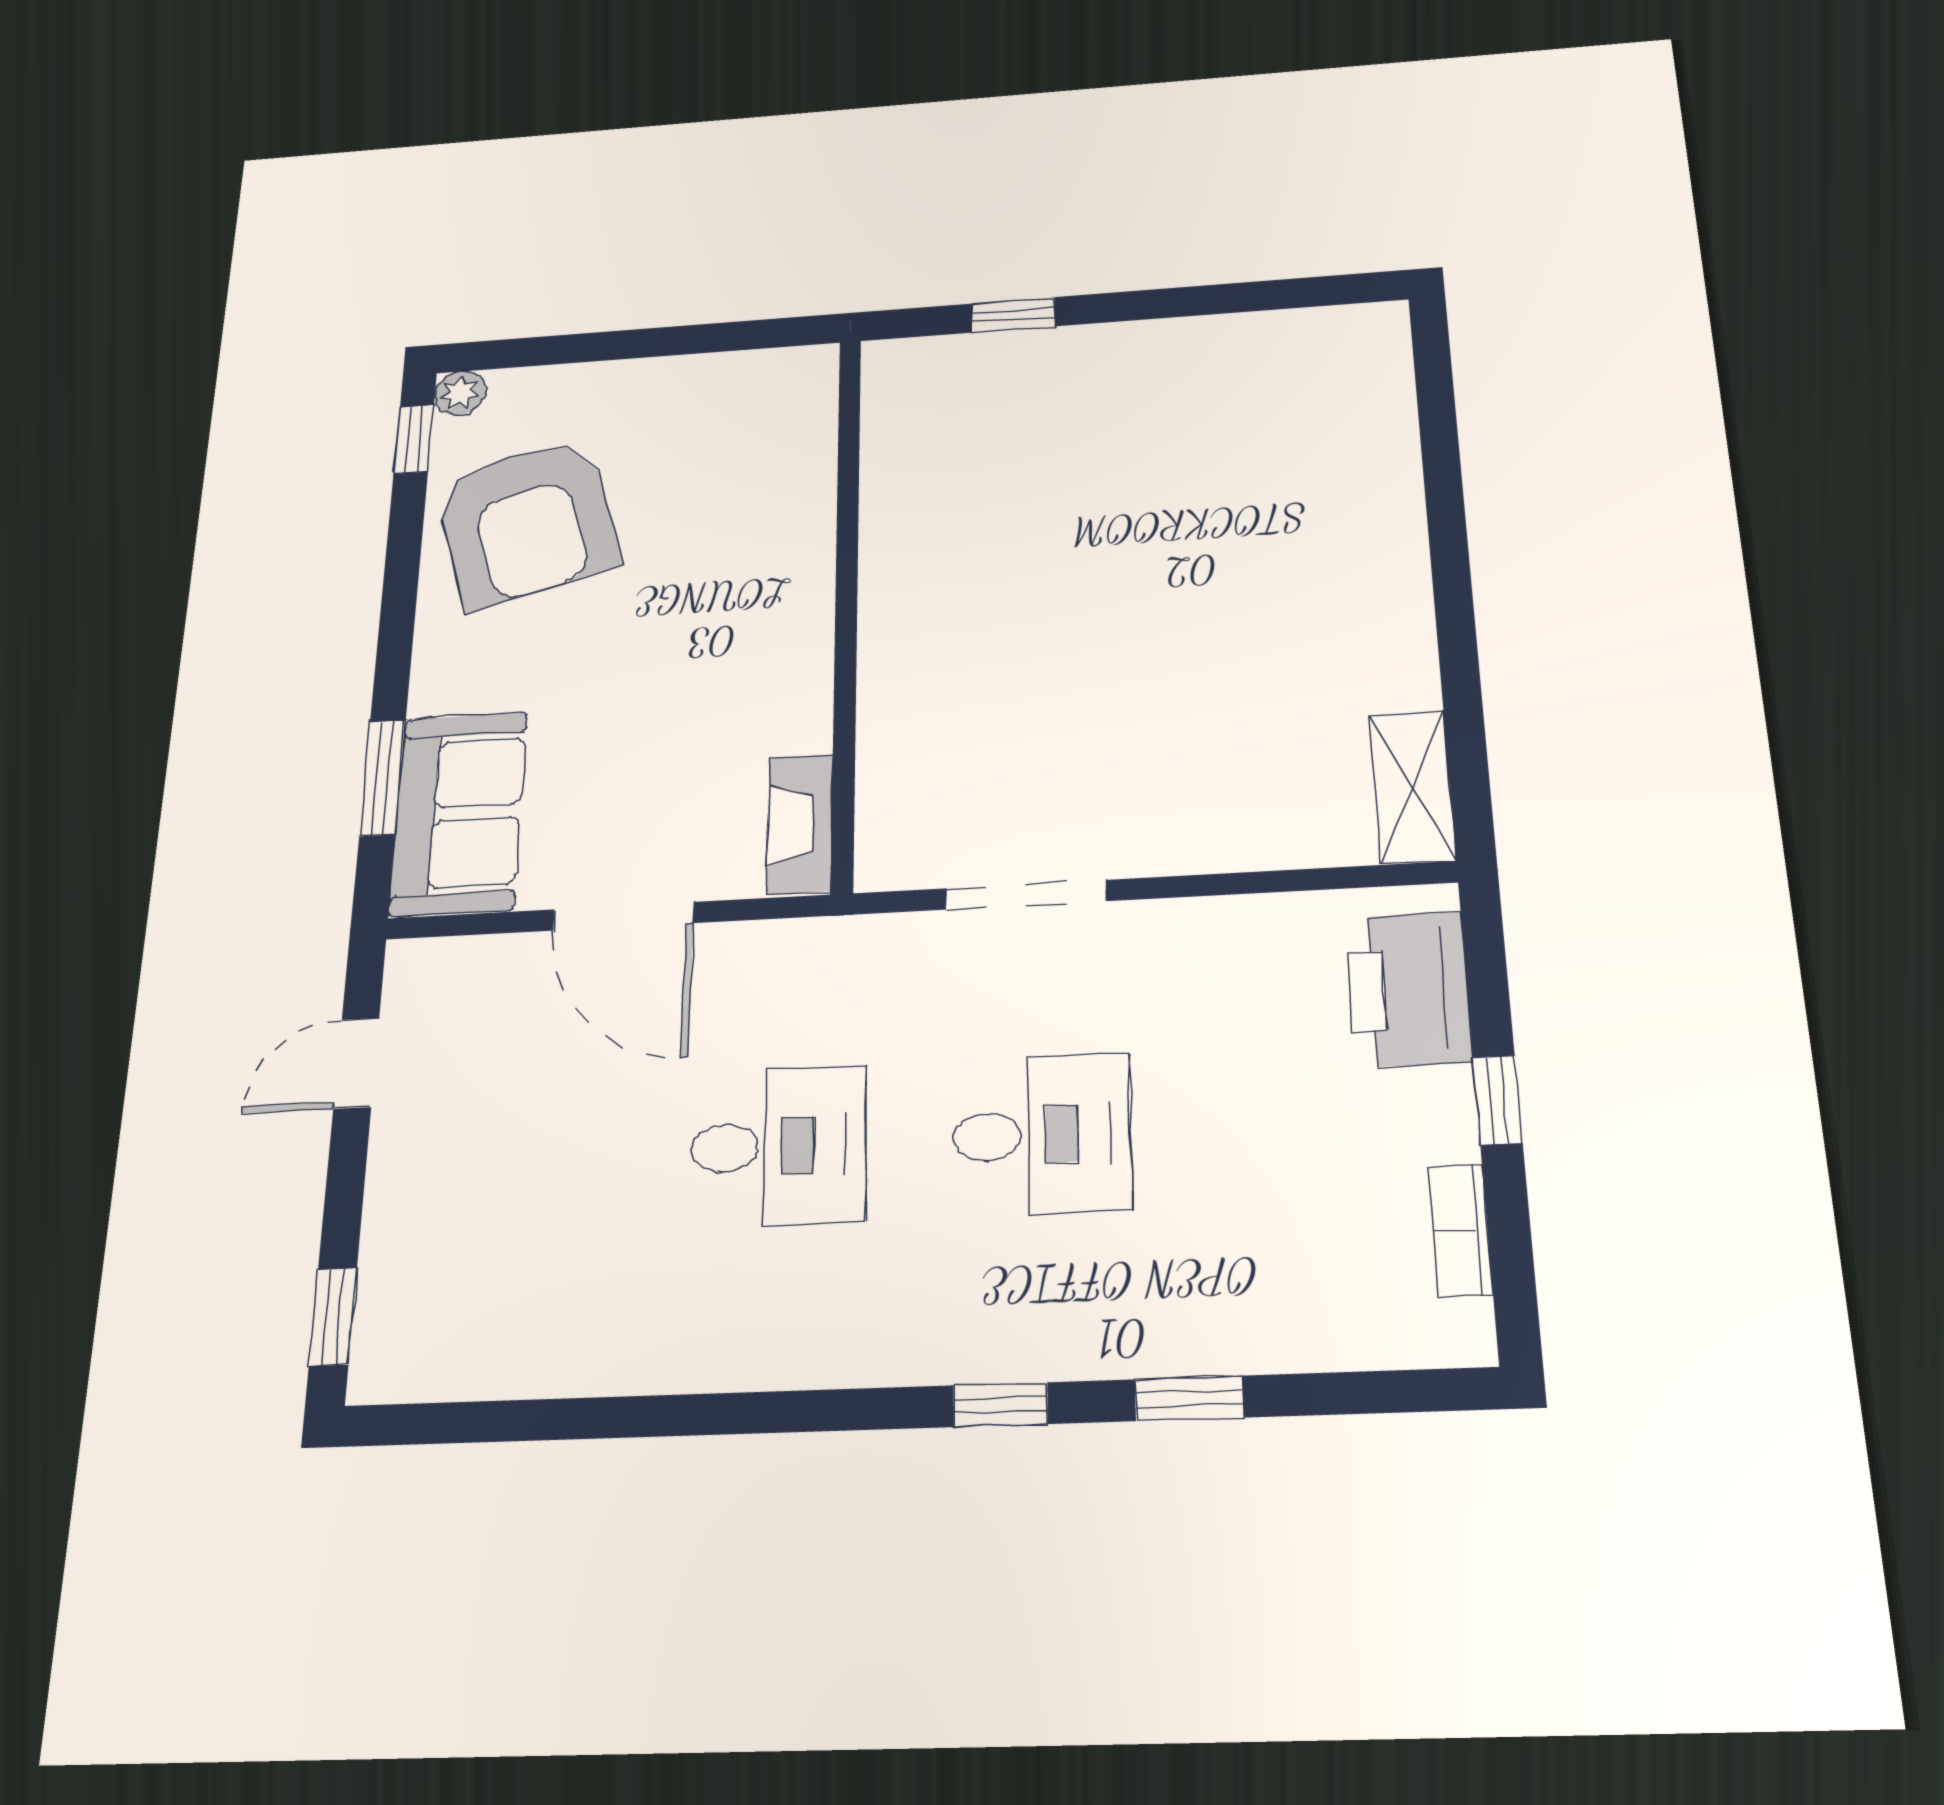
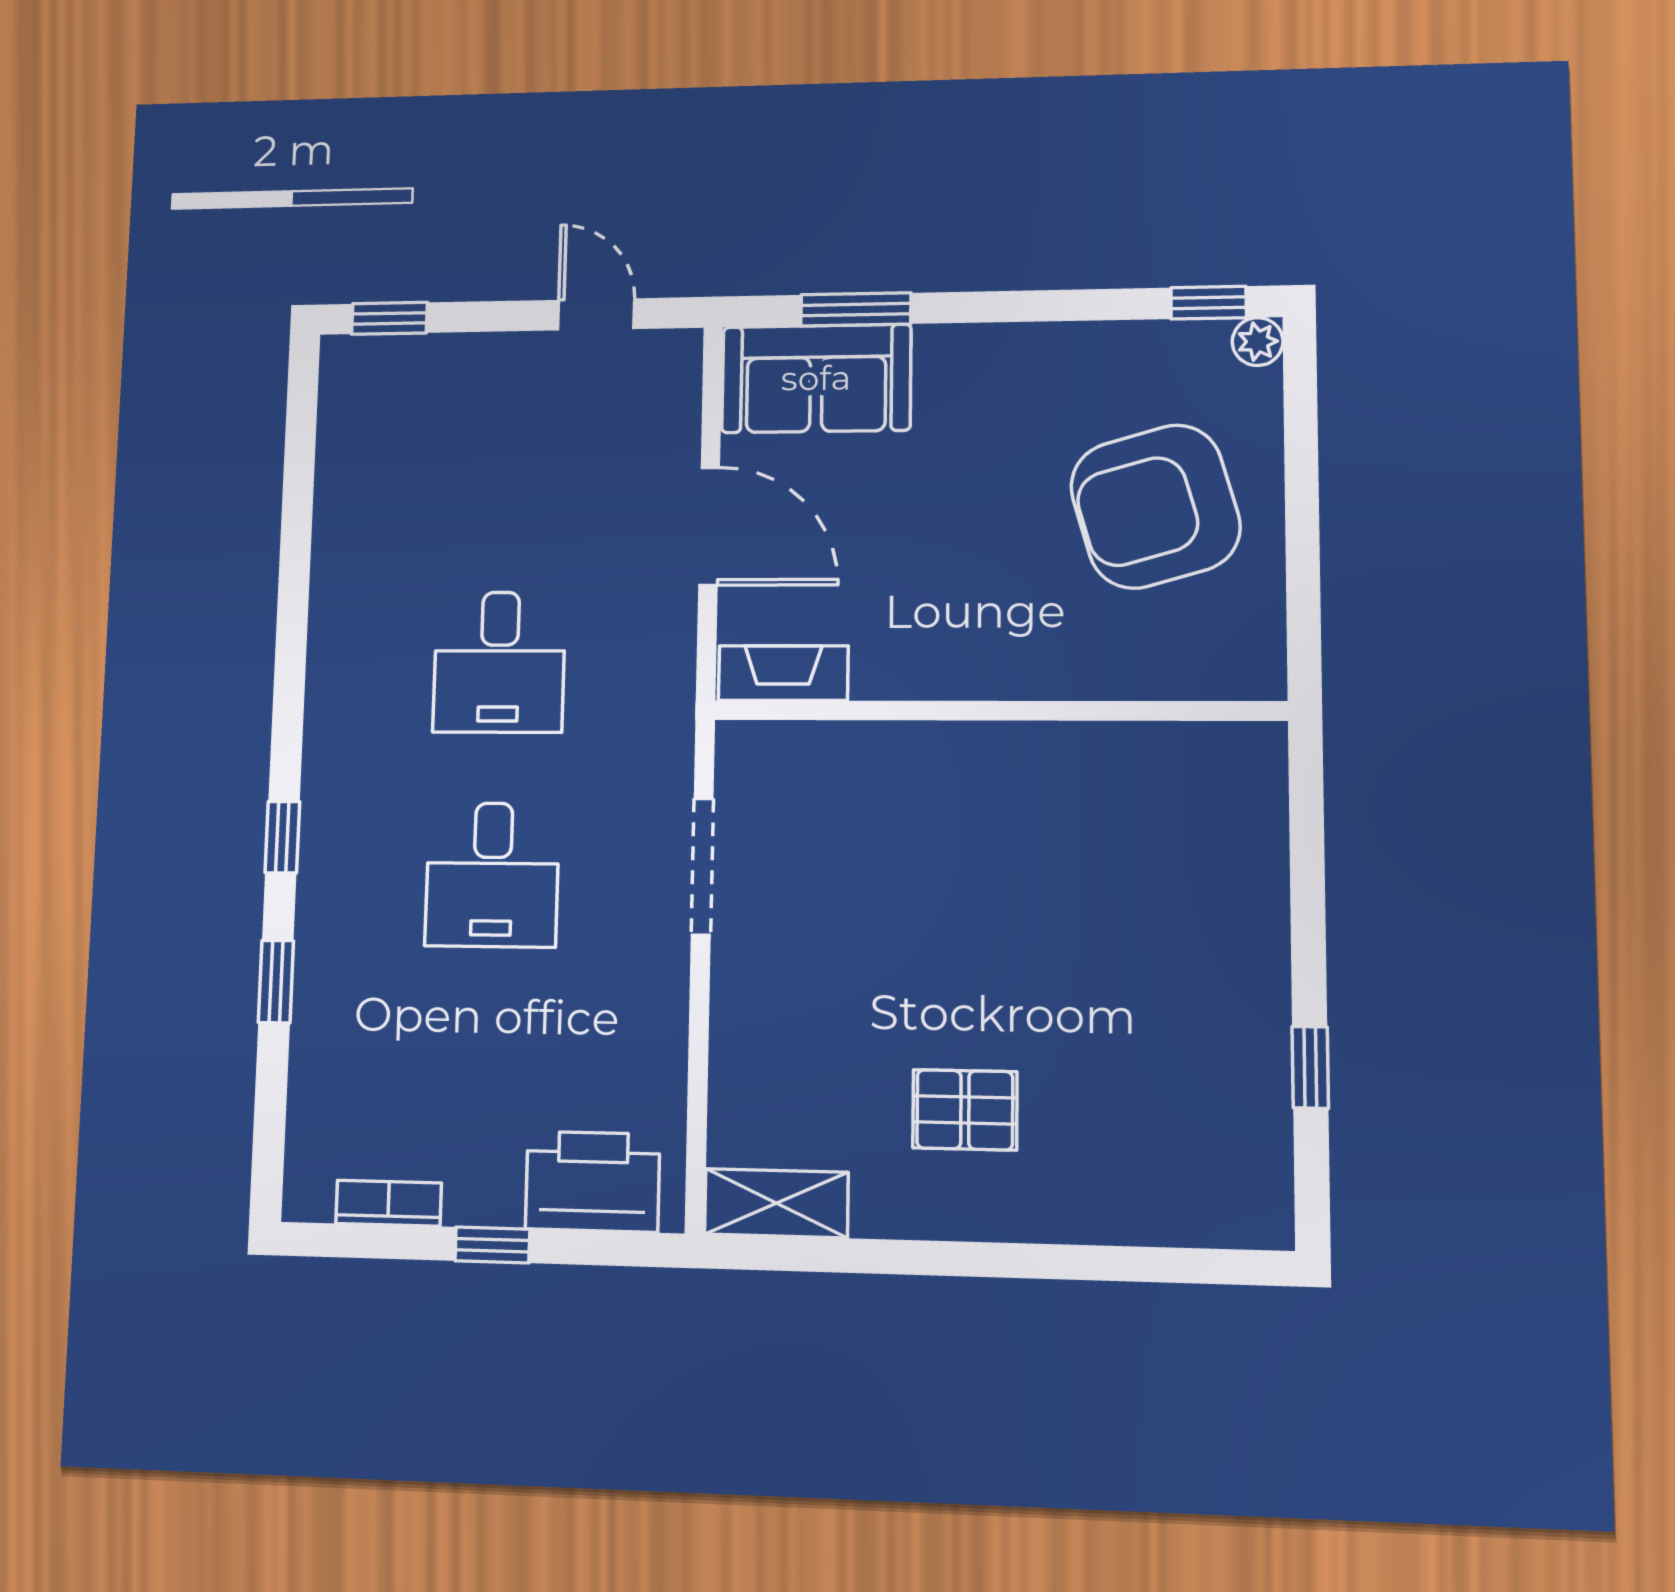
window: (1013, 315) -> (1310, 1067), moved
armchair: (527, 522) -> (1155, 507), moved
pallet: (1289, 606) -> (965, 1110), added
door: (624, 916) -> (709, 526), swing flipped

